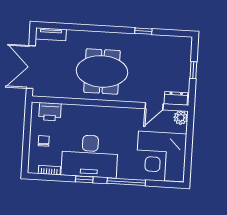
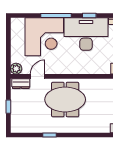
meeting table: (102, 71) -> (65, 100), moved
corner desk: (161, 156) -> (44, 37), moved, turned 90

